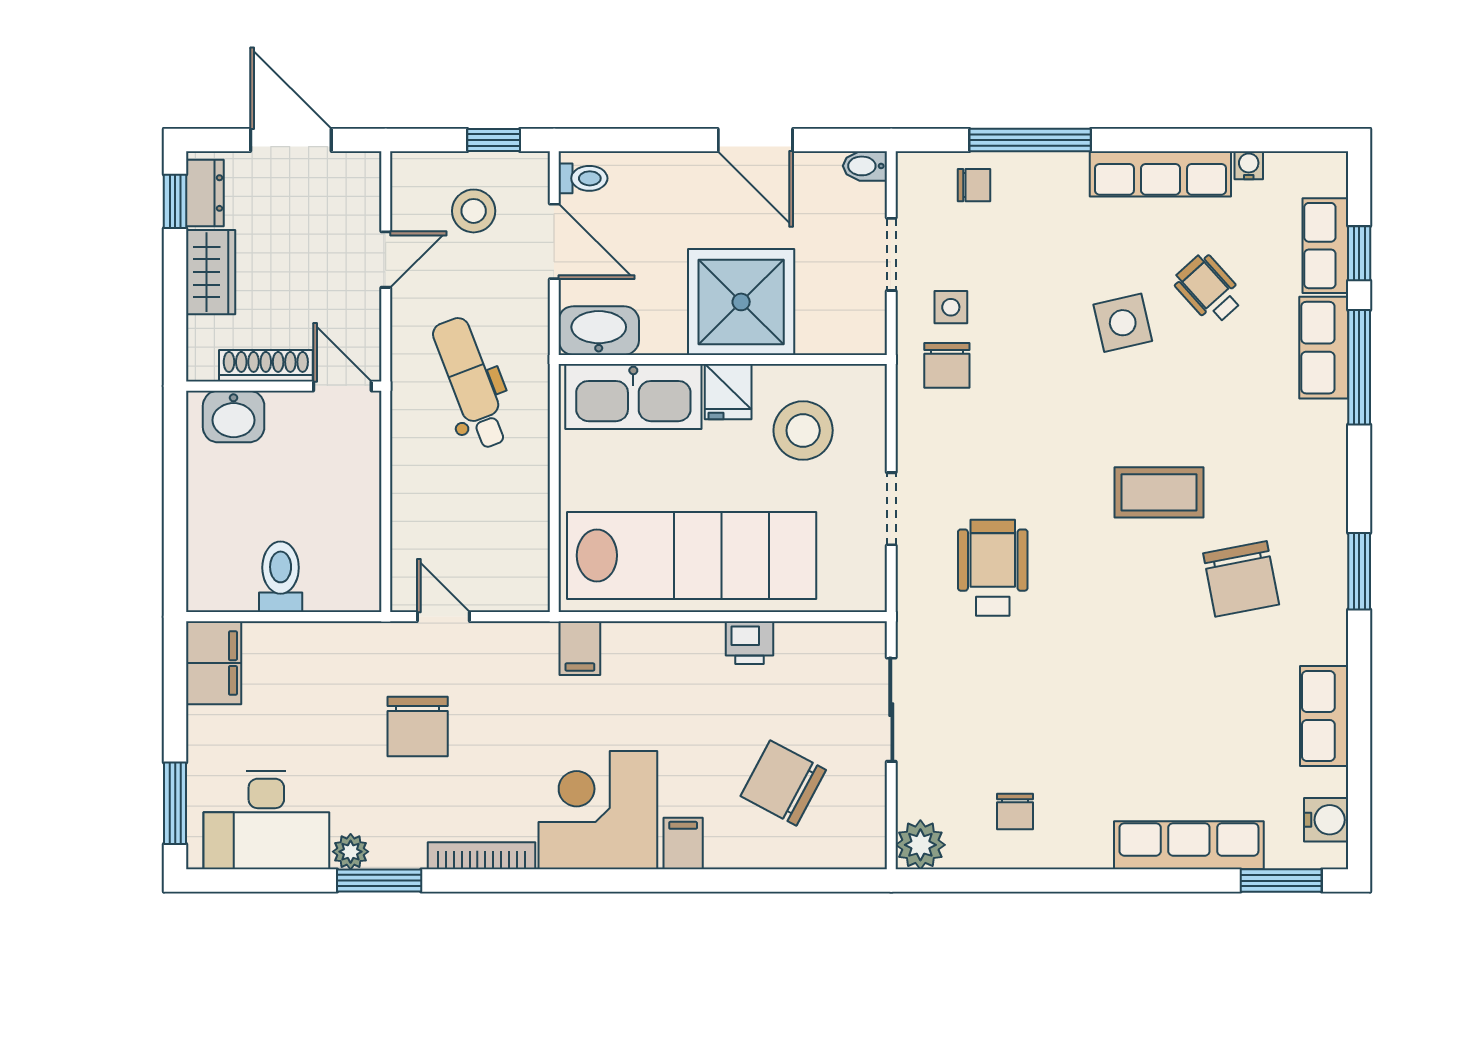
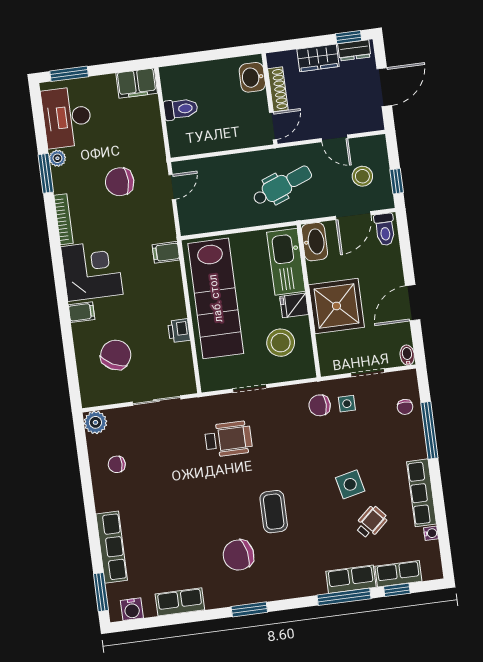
toilet: (583, 178) -> (385, 229), width x1.37, depth x1.39

